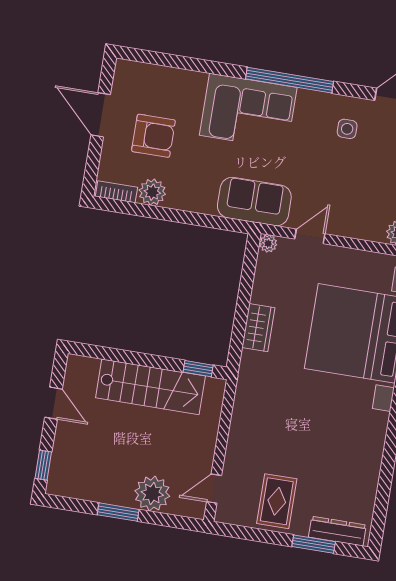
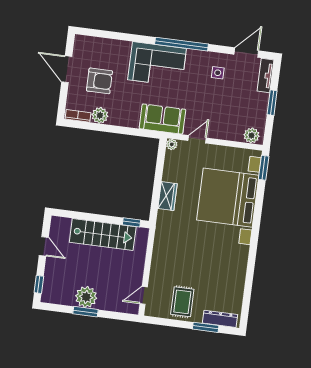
plant: (152, 494) -> (86, 297), moved

